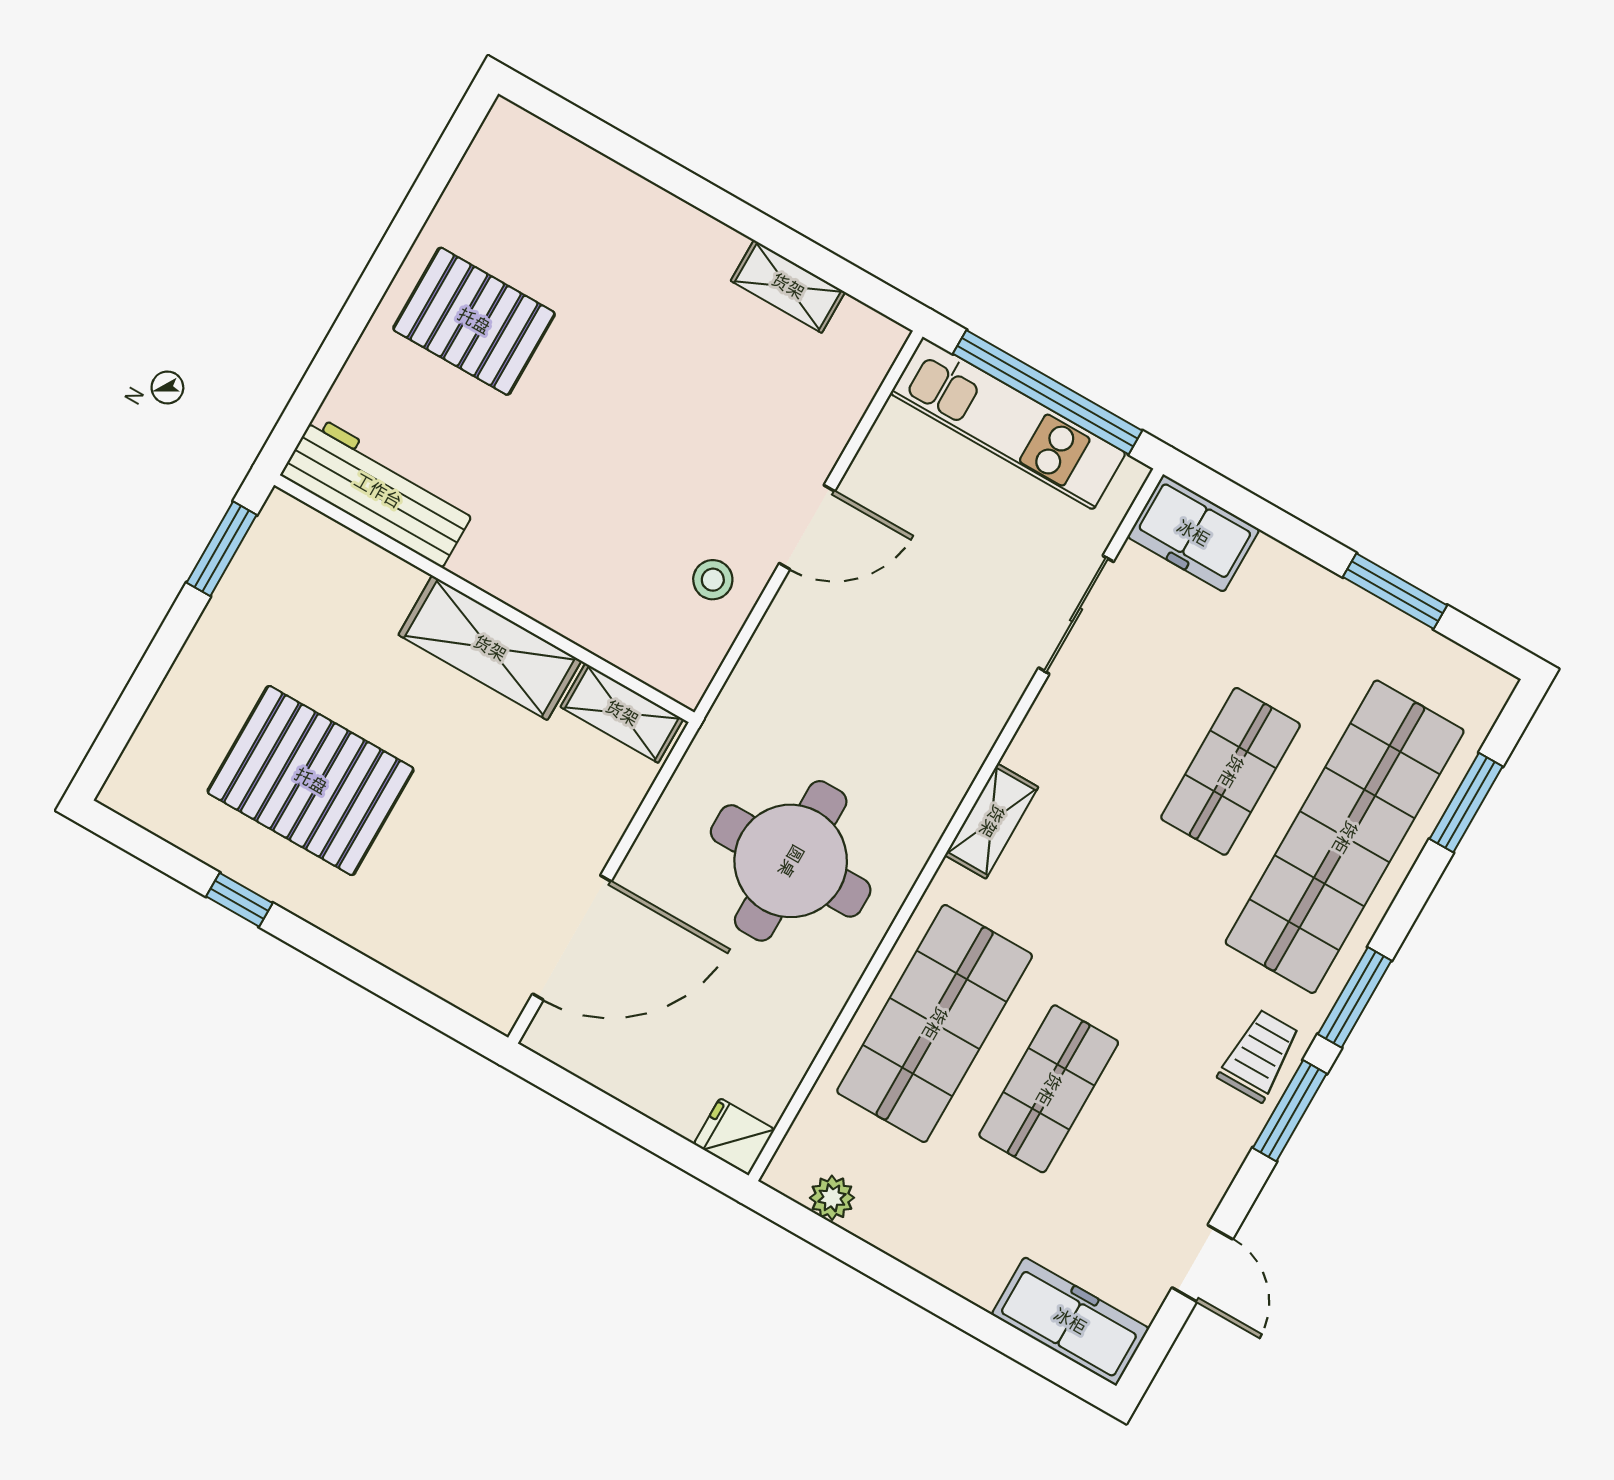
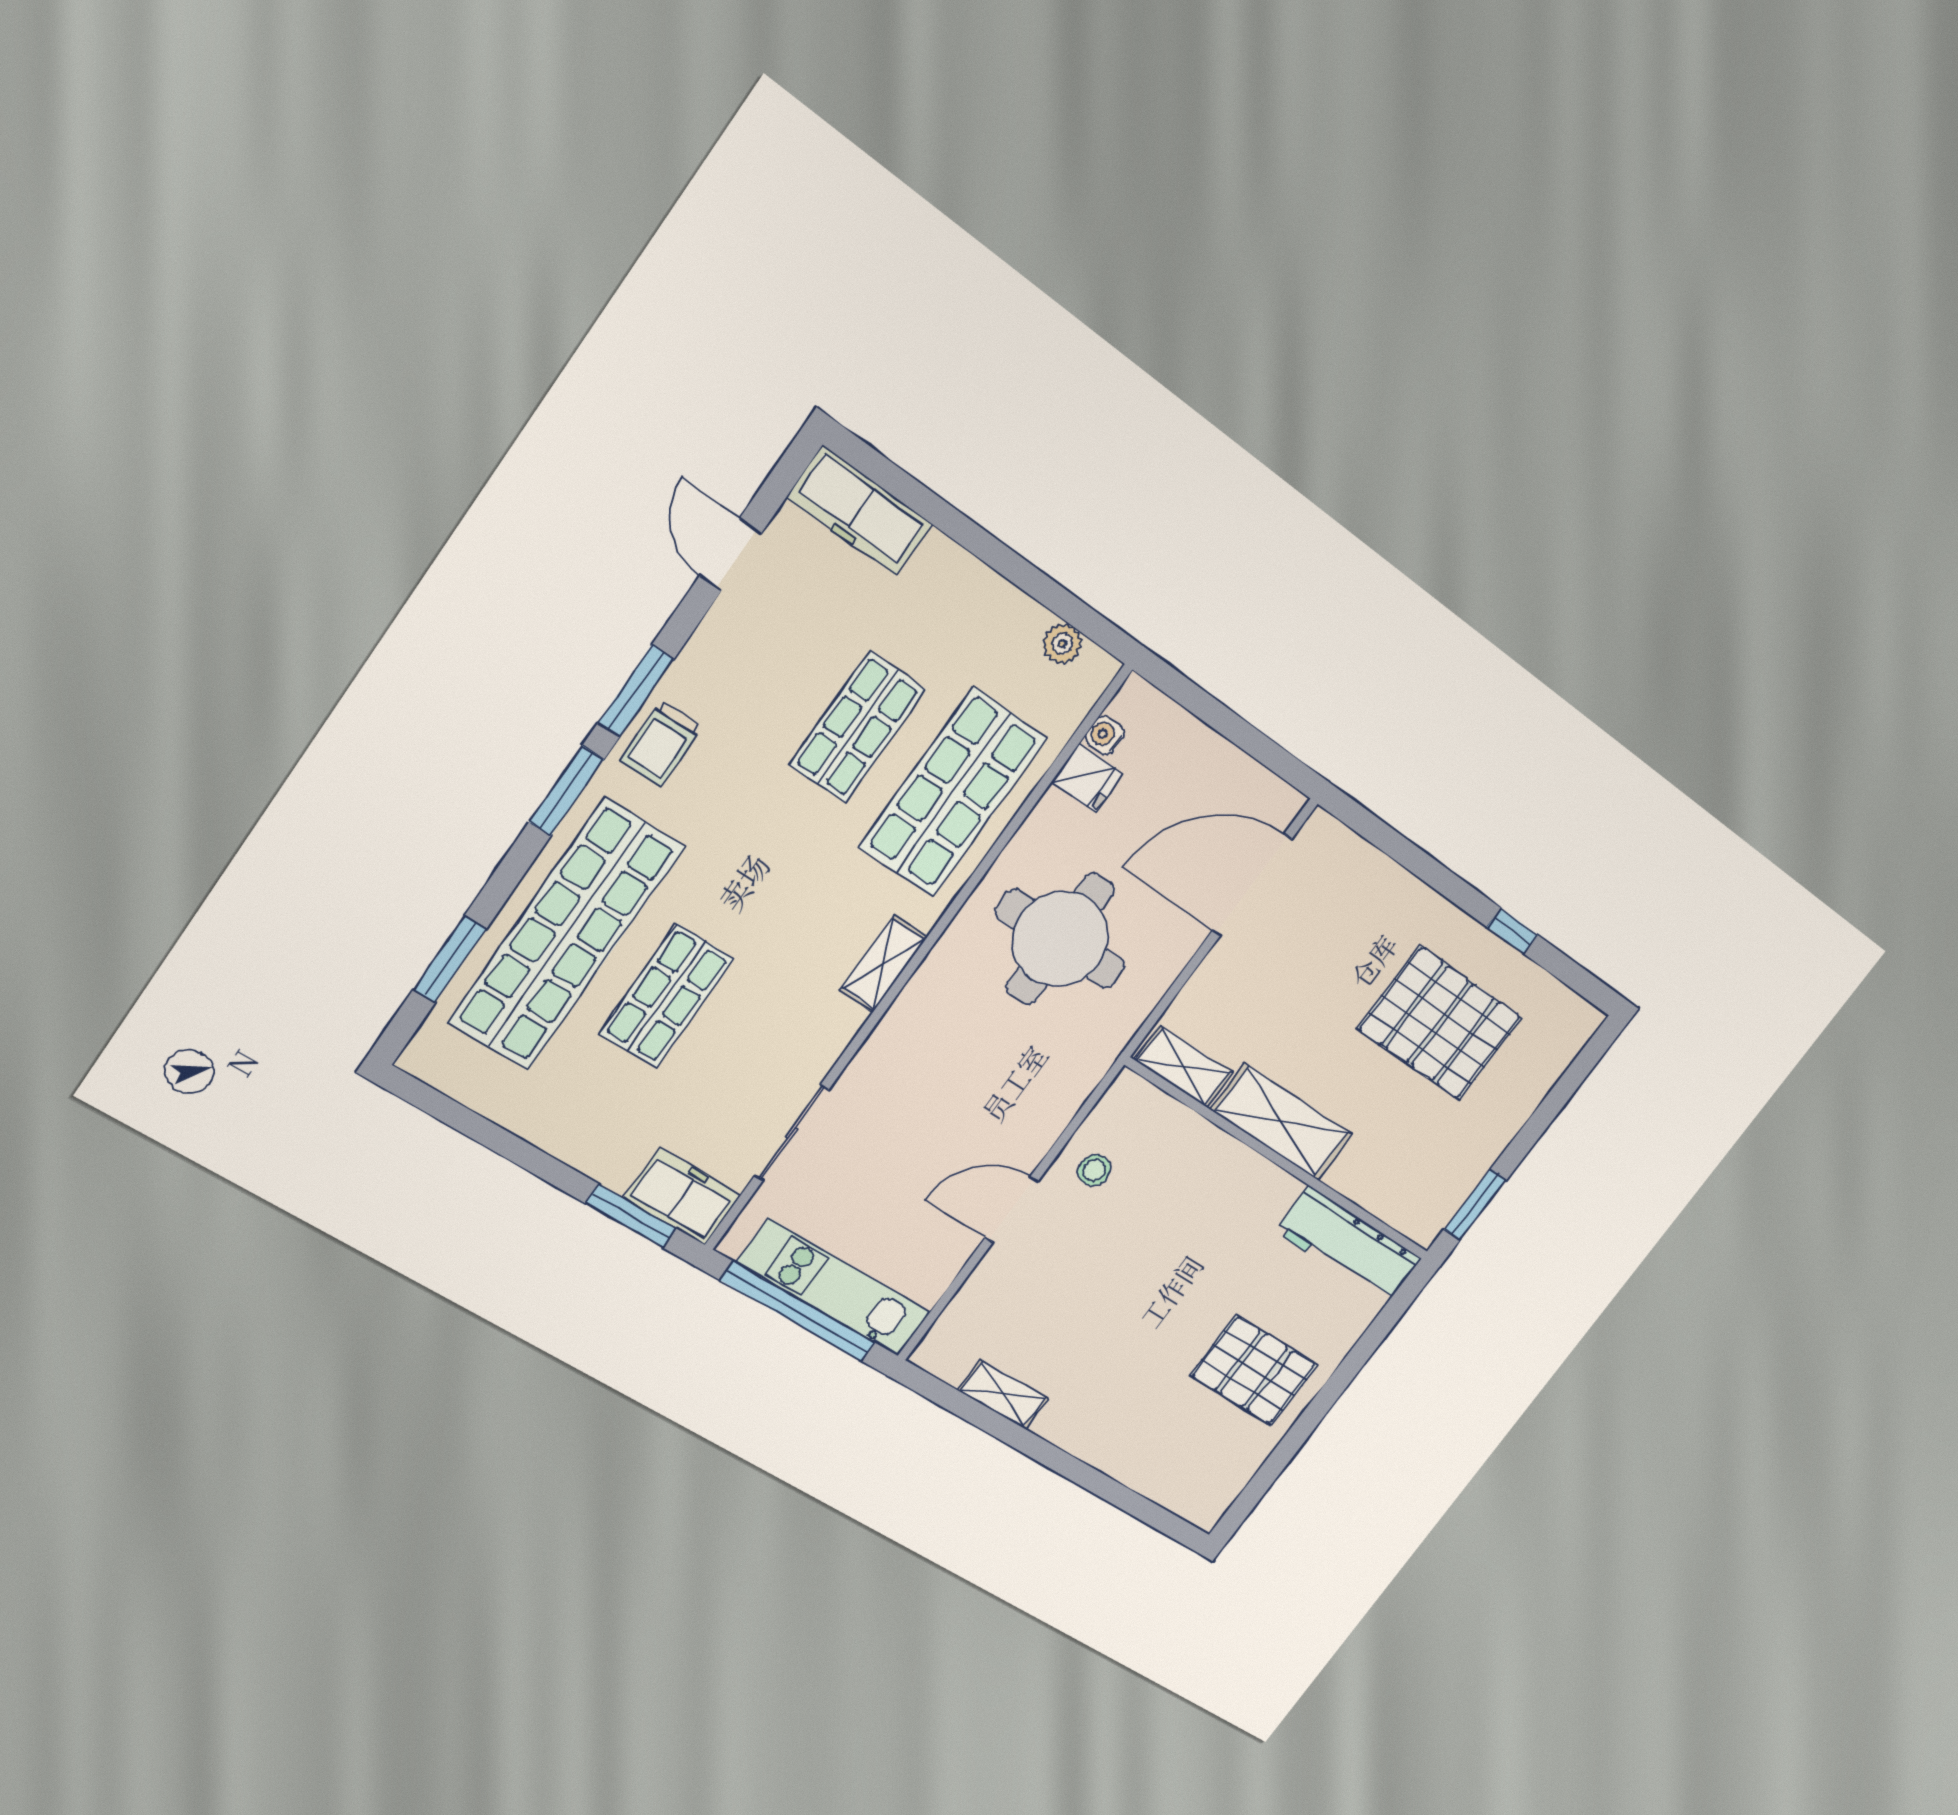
window: (1395, 591) -> (631, 1216), moved
water cooler: (770, 1100) -> (1105, 735), added
fridge: (734, 1137) -> (1087, 778), moved

